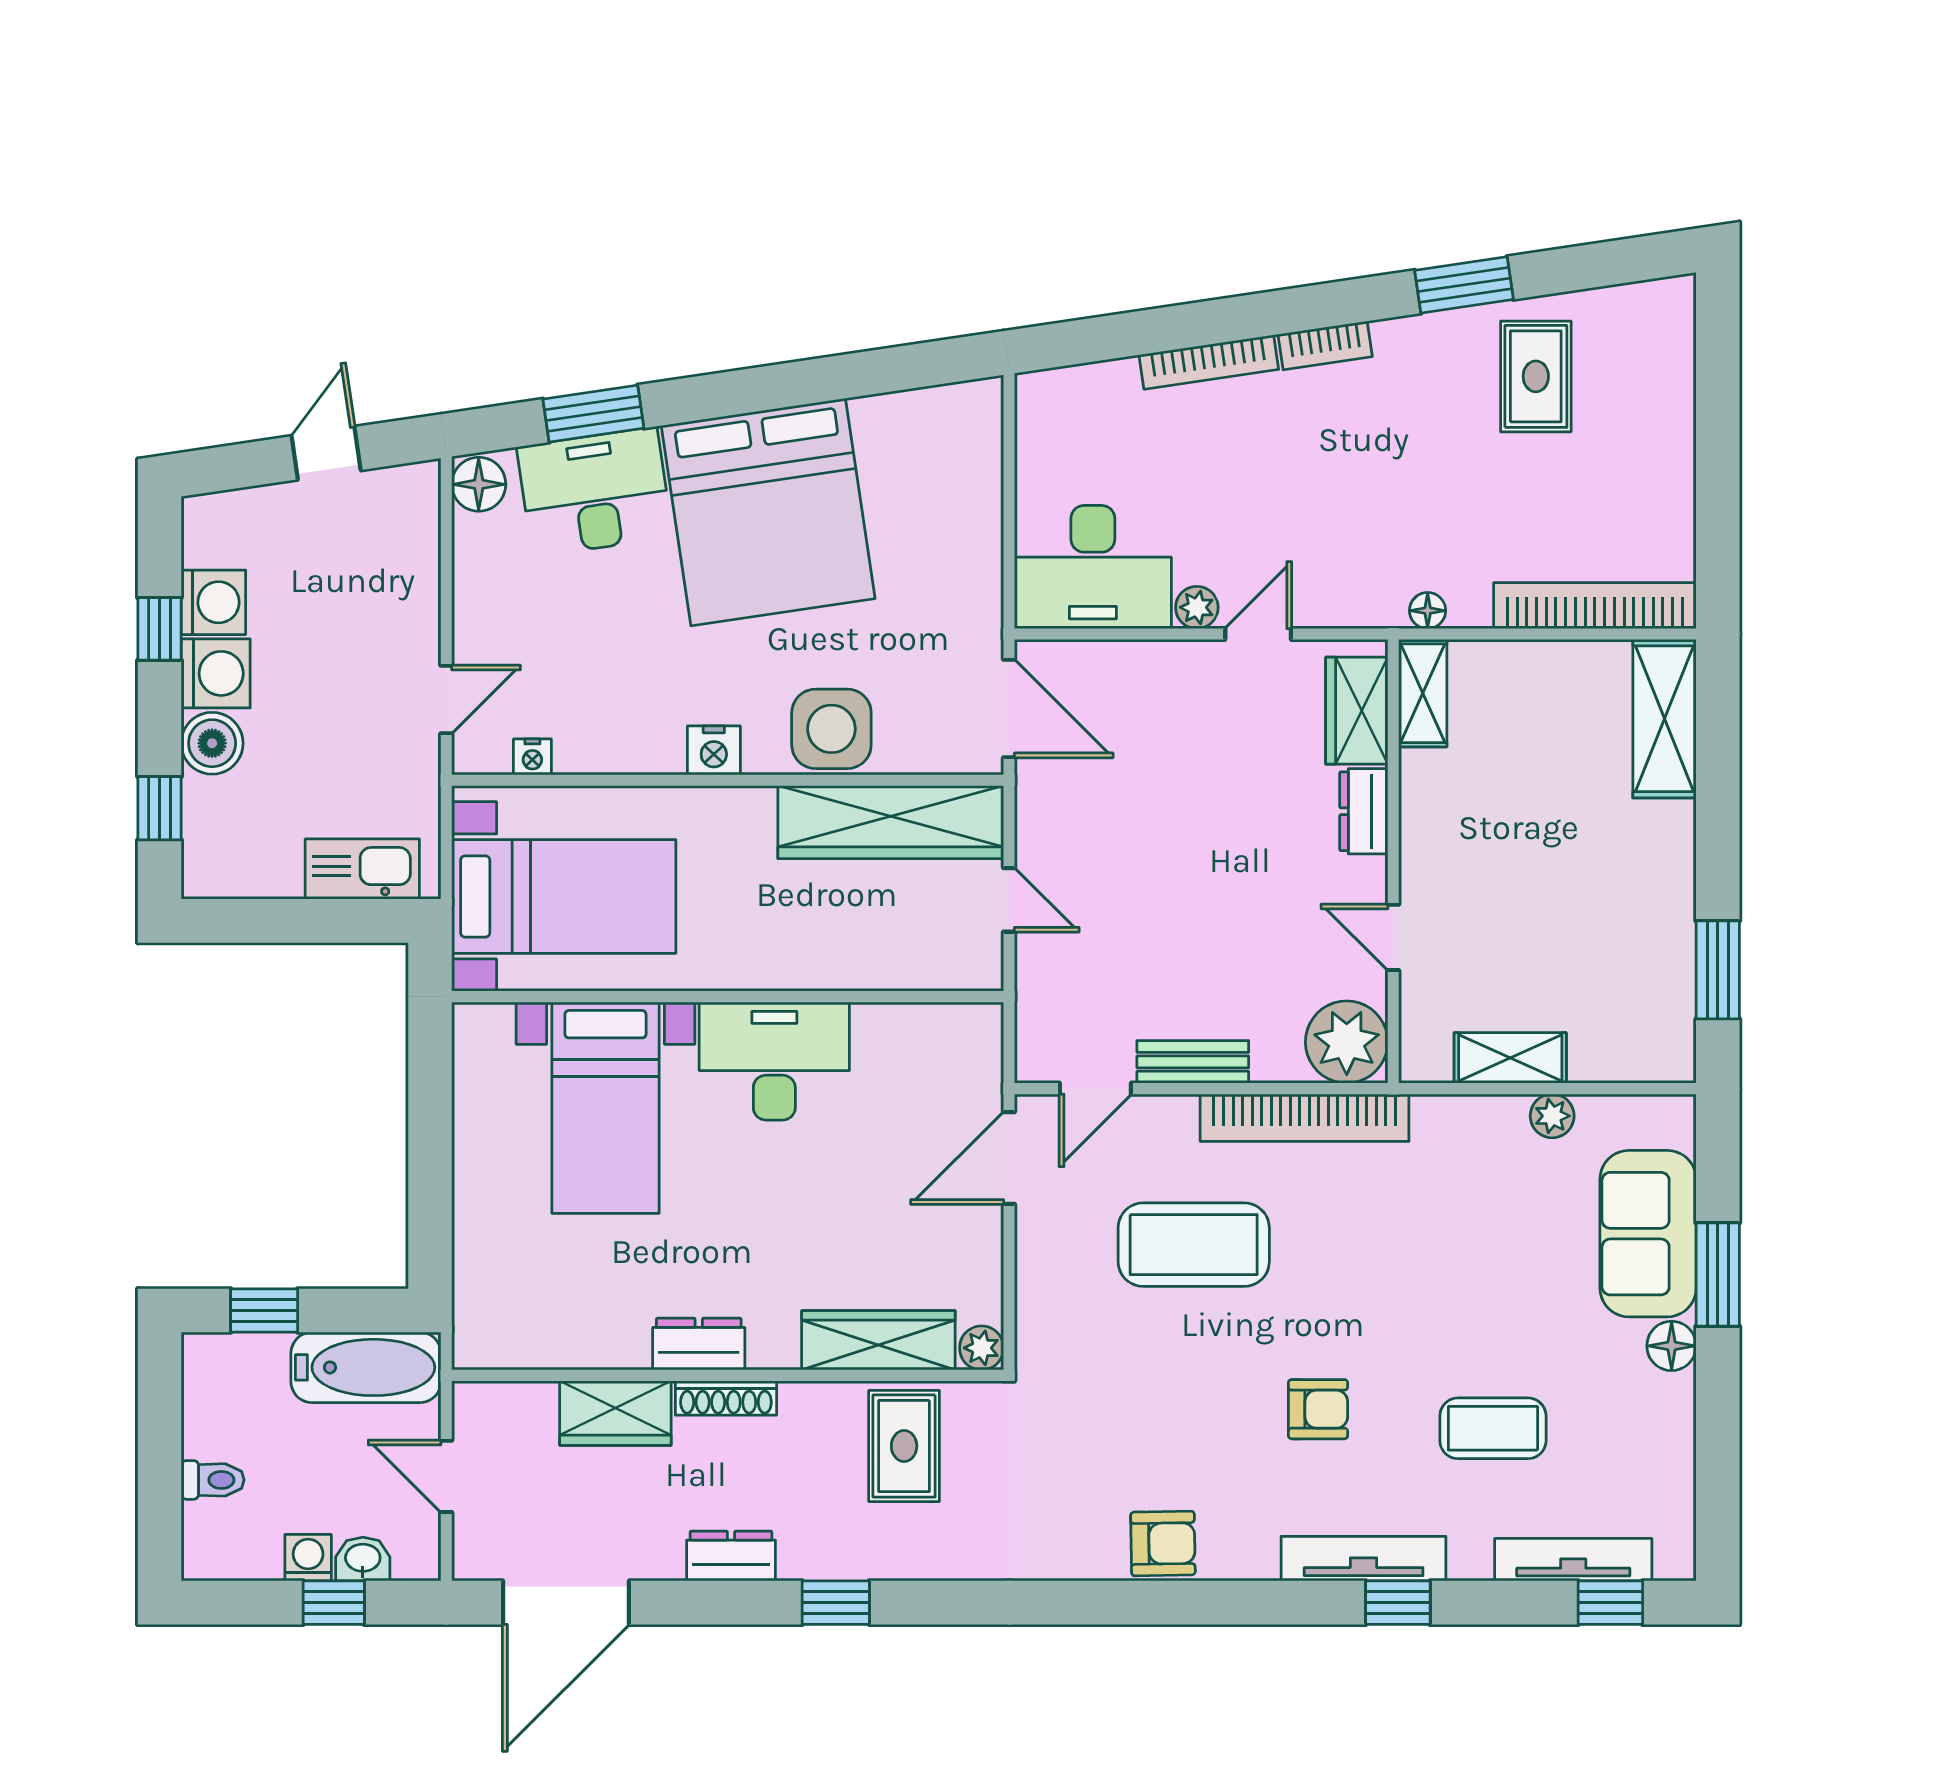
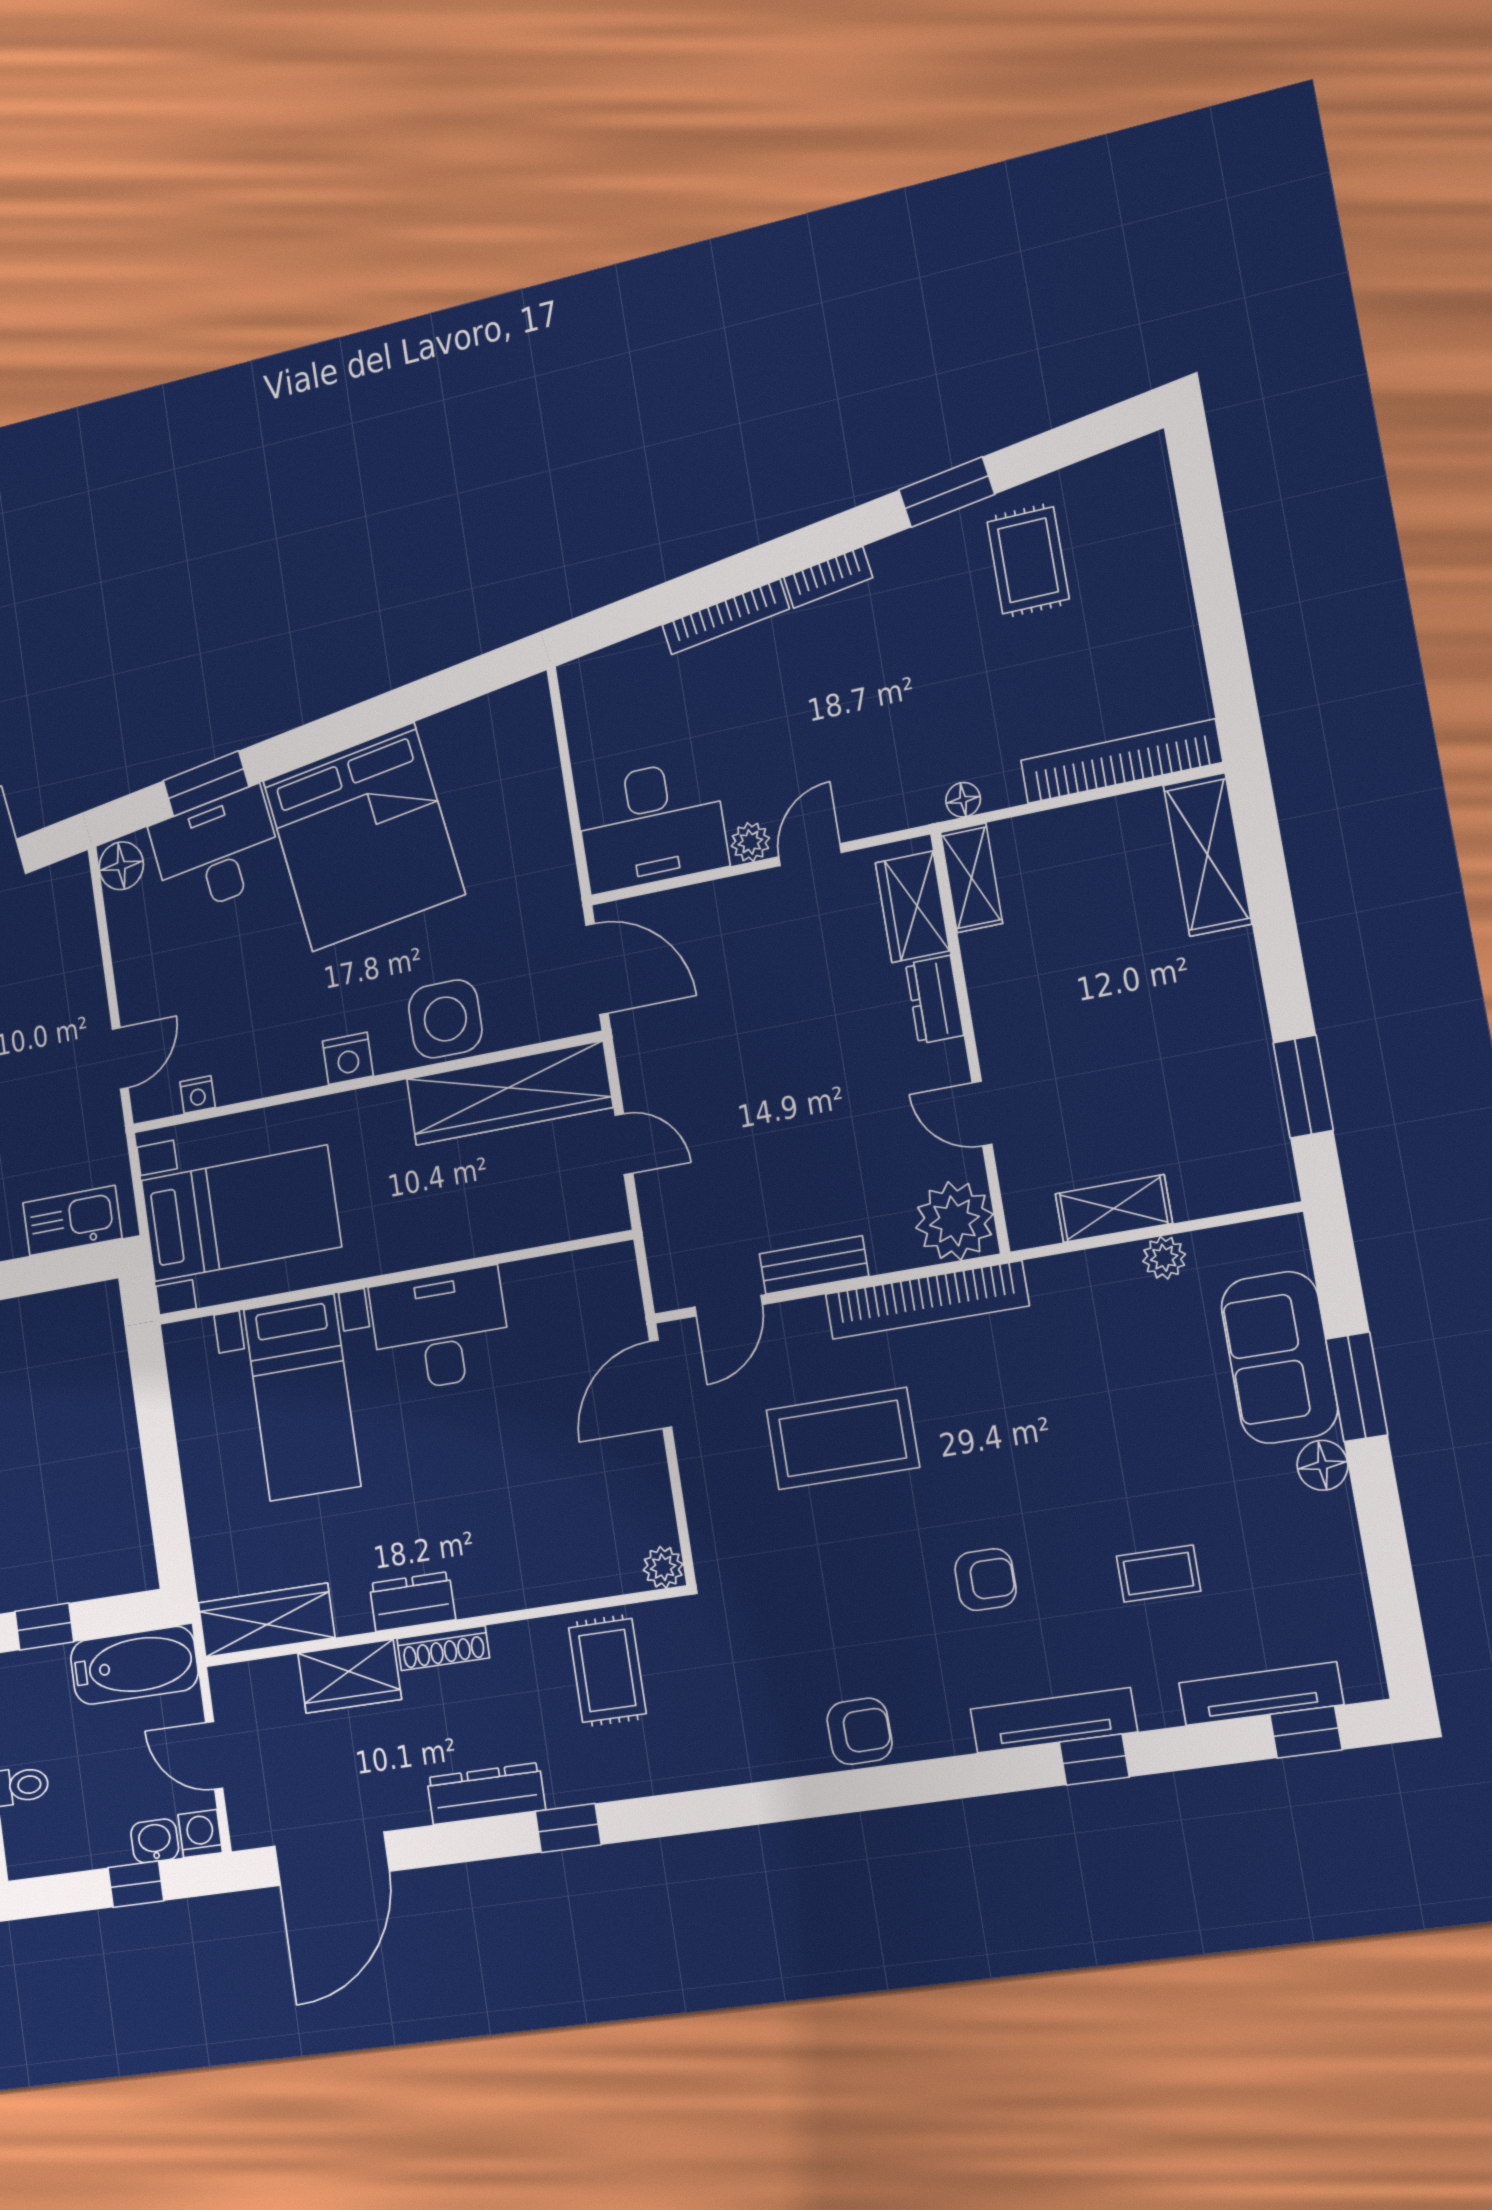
wardrobe: (878, 1340) -> (266, 1620), moved
coffee table: (1493, 1428) -> (1158, 1574), width x0.73, depth x0.77
dresser: (731, 1556) -> (486, 1794), width x1.44
washing machine: (308, 1558) -> (200, 1834), moved

